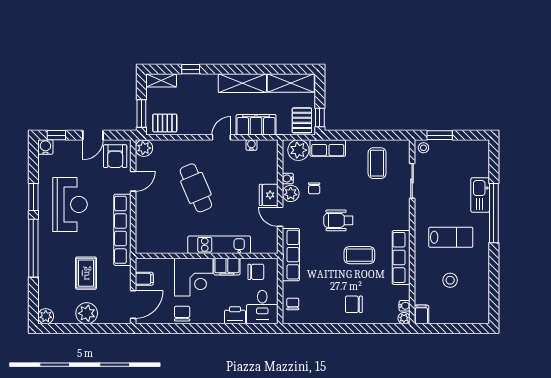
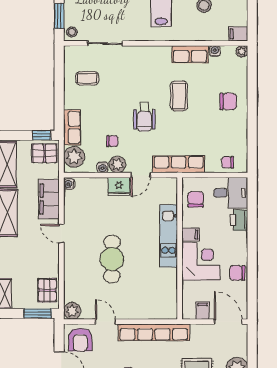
water cooler: (251, 145) -> (69, 184), moved
armchair: (115, 156) -> (80, 340), turned 90
coffee table: (377, 163) -> (87, 78), width x0.73, depth x0.77
cafe table: (196, 188) -> (112, 259), turned -67
row of seats: (401, 257) -> (190, 54), width x0.68
filing cabinet: (227, 267) -> (190, 235), width x0.50
chair: (354, 304) -> (228, 101), turned -90
water cooler: (405, 306) -> (215, 51), moved

